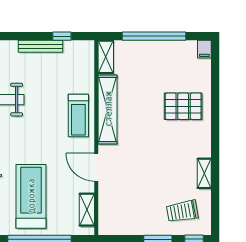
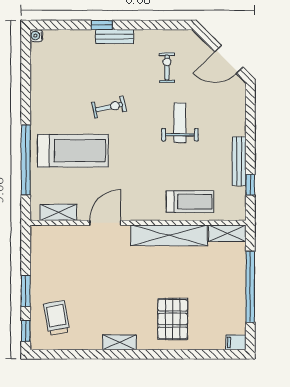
treadmill: (78, 115) -> (190, 202), moved, turned 180
shelving: (204, 173) -> (120, 342), moved

